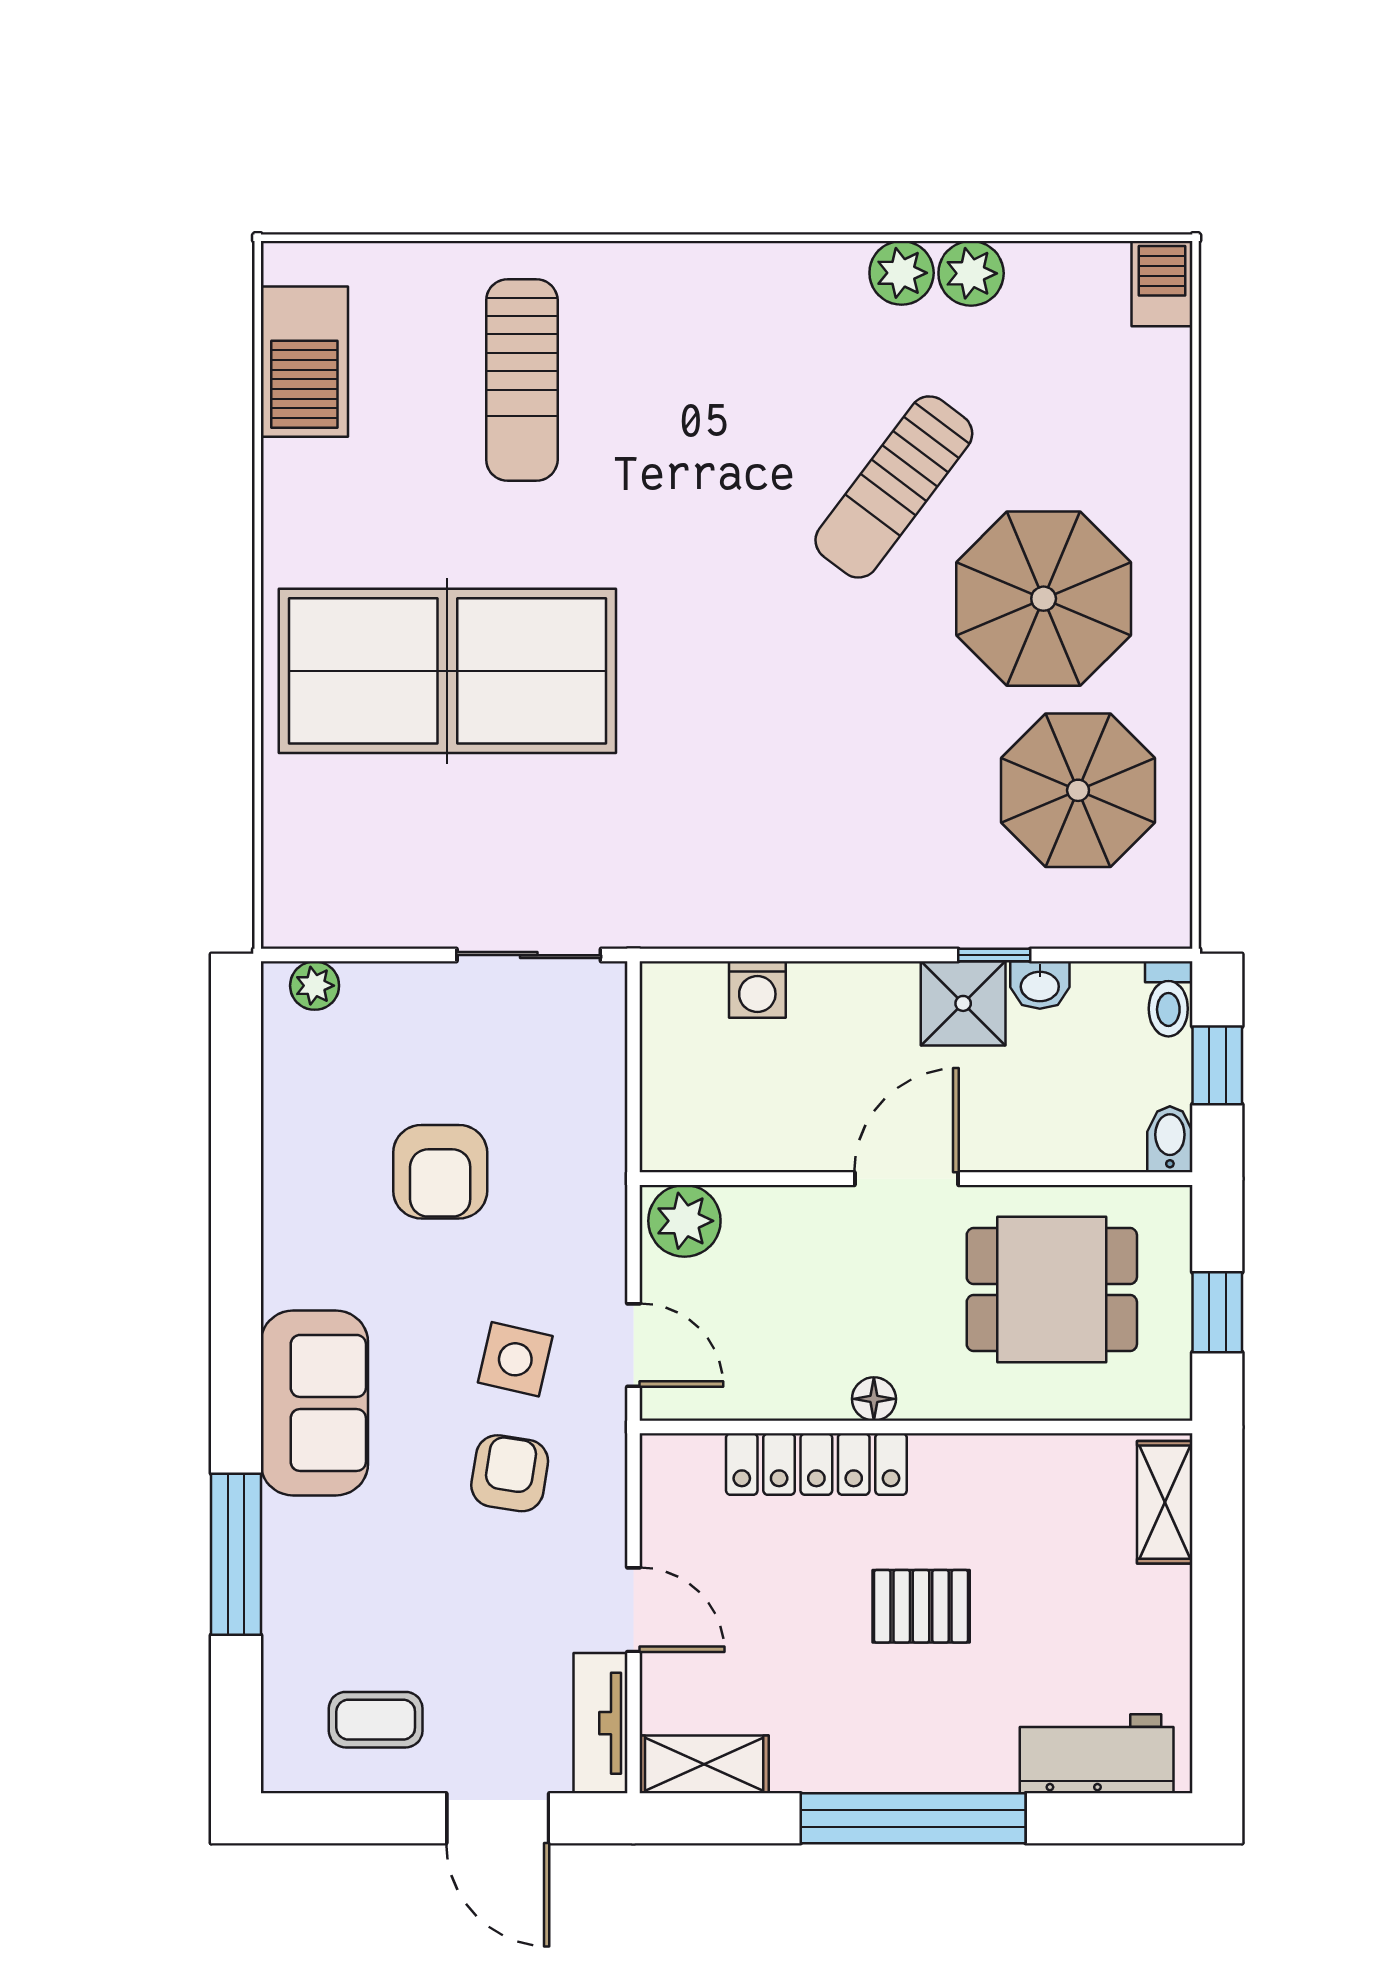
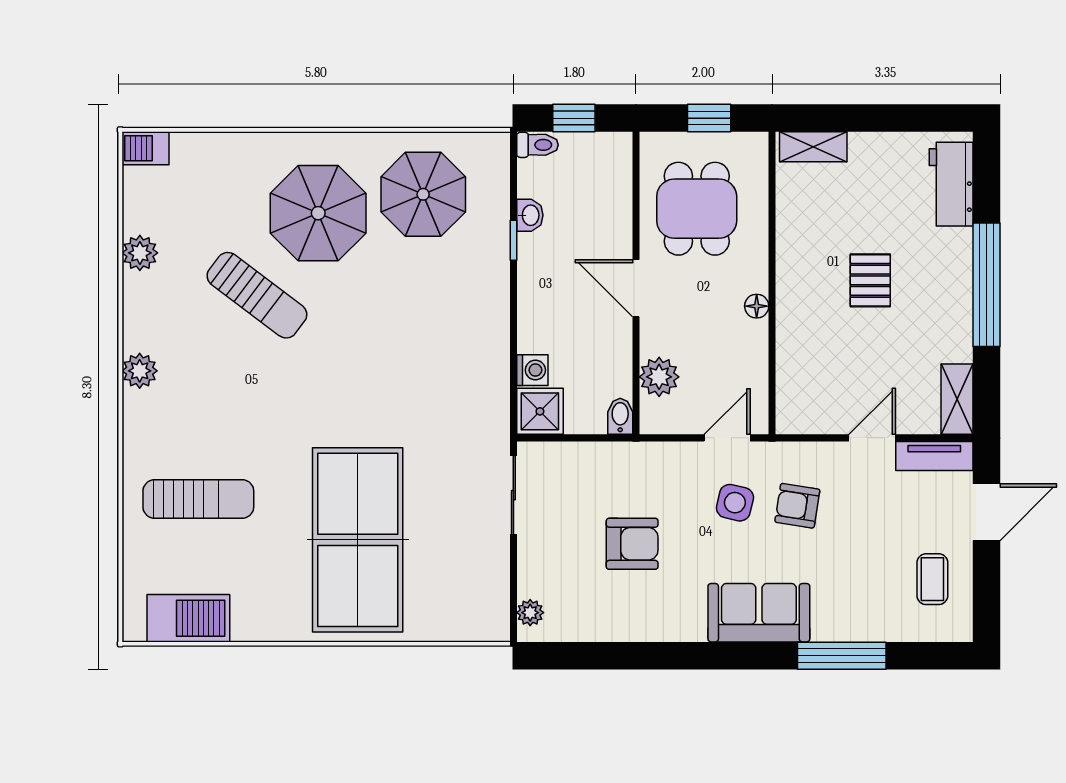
plant: (902, 273) -> (140, 371), moved
shower: (963, 1003) -> (540, 411), moved
bidet: (1170, 1139) -> (620, 416), moved, turned 90
plant: (684, 1221) -> (659, 377), moved
locker: (816, 1464) -> (792, 338), removed

